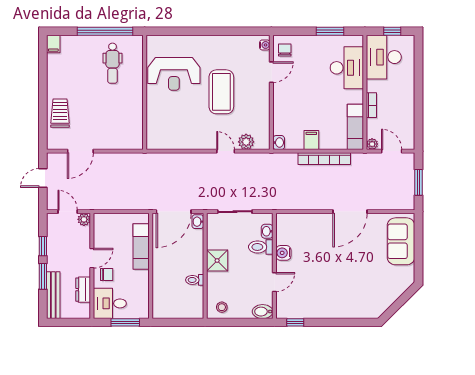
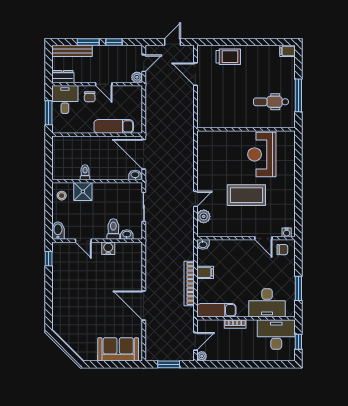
window: (105, 31) -> (298, 95), width x0.68
plant: (372, 144) -> (202, 356), moved
door: (43, 178) -> (172, 42), hinge flipped
shower: (217, 261) -> (83, 192), moved
dresser: (83, 290) -> (63, 77), moved

